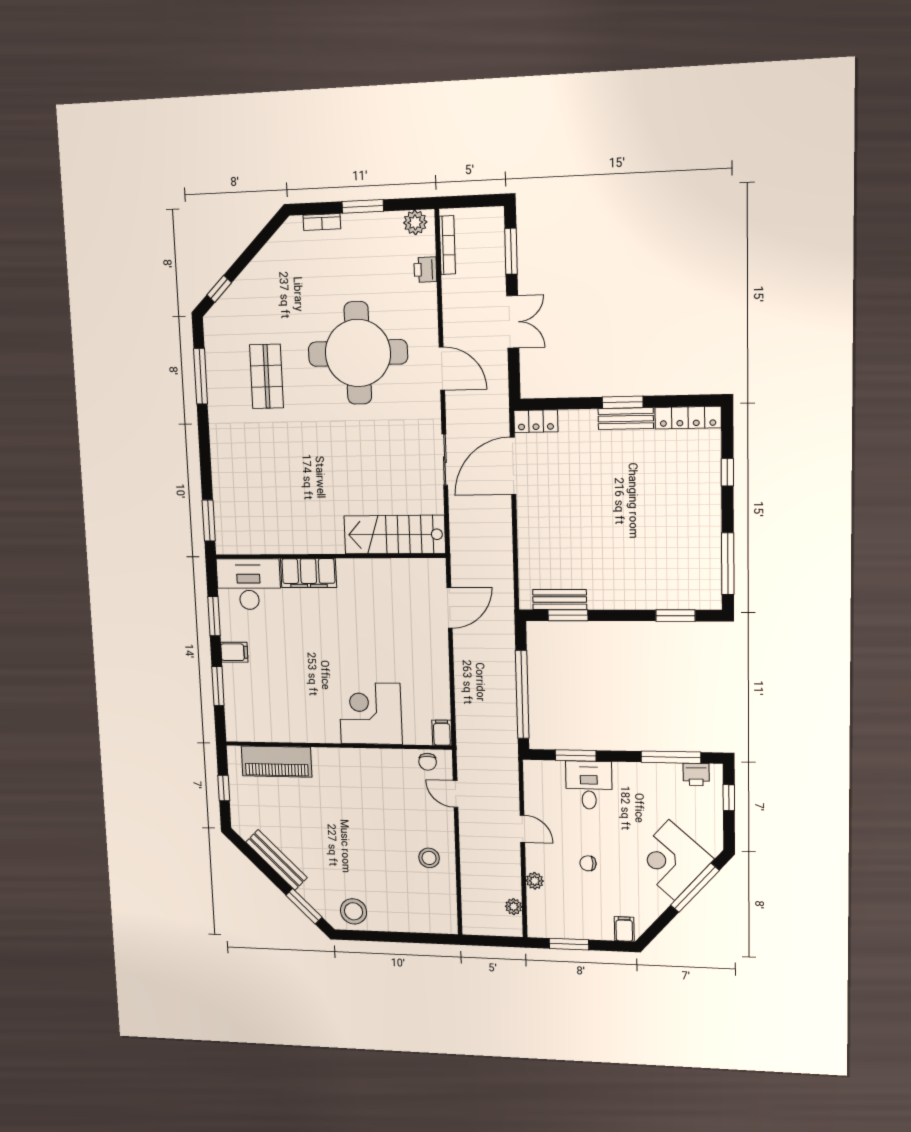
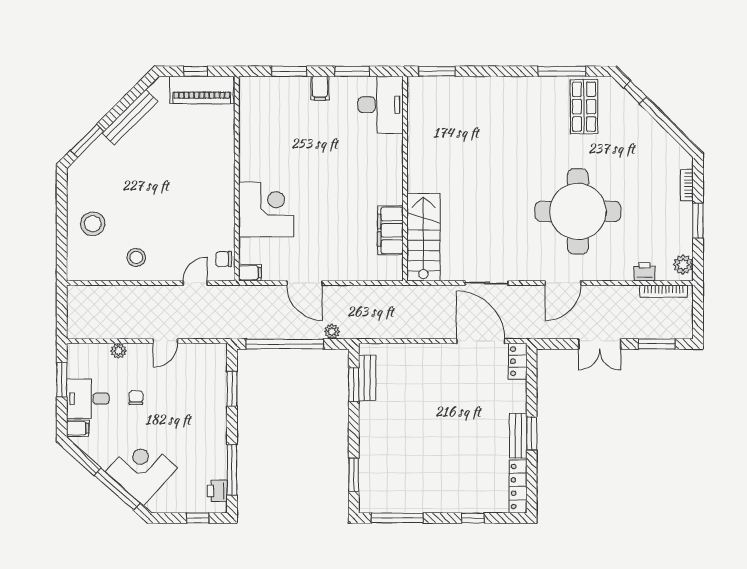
shop shelf: (267, 376) -> (584, 107), moved, turned 90
filing cabinet: (308, 573) -> (390, 230), moved
door: (450, 608) -> (305, 283), moved
piano: (276, 762) -> (202, 90), moved, turned -90
desk: (589, 785) -> (88, 399), moved, turned 180
plant: (514, 907) -> (332, 332), moved
stool: (354, 911) -> (93, 224), moved

